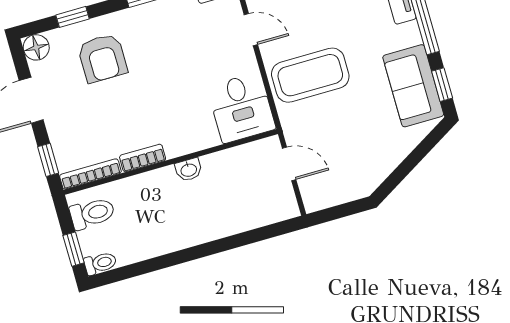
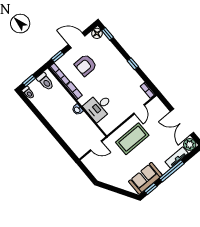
window: (73, 17) -> (108, 34), moved
armchair: (102, 58) -> (86, 65), moved
coffee table: (310, 75) -> (132, 139), turned 90
desk: (241, 108) -> (99, 107), moved
door: (289, 164) -> (96, 146), hinge flipped

